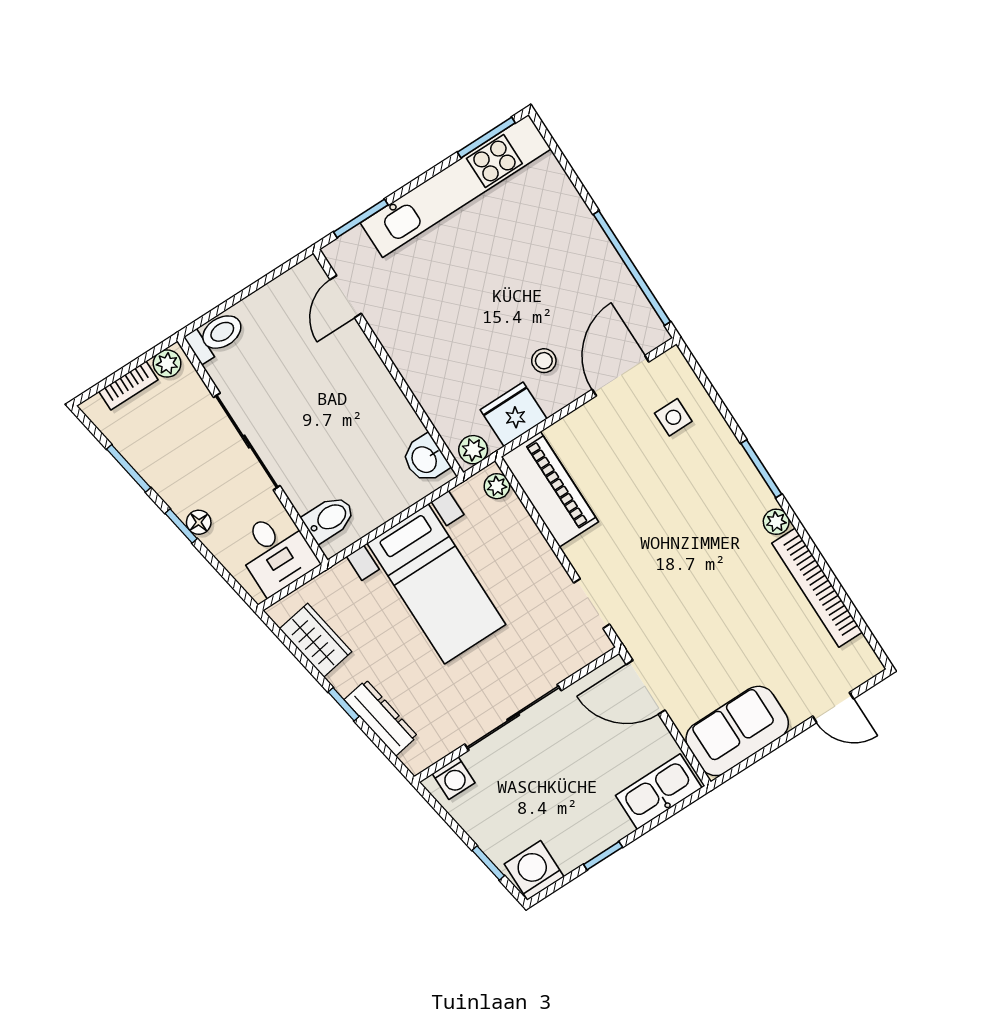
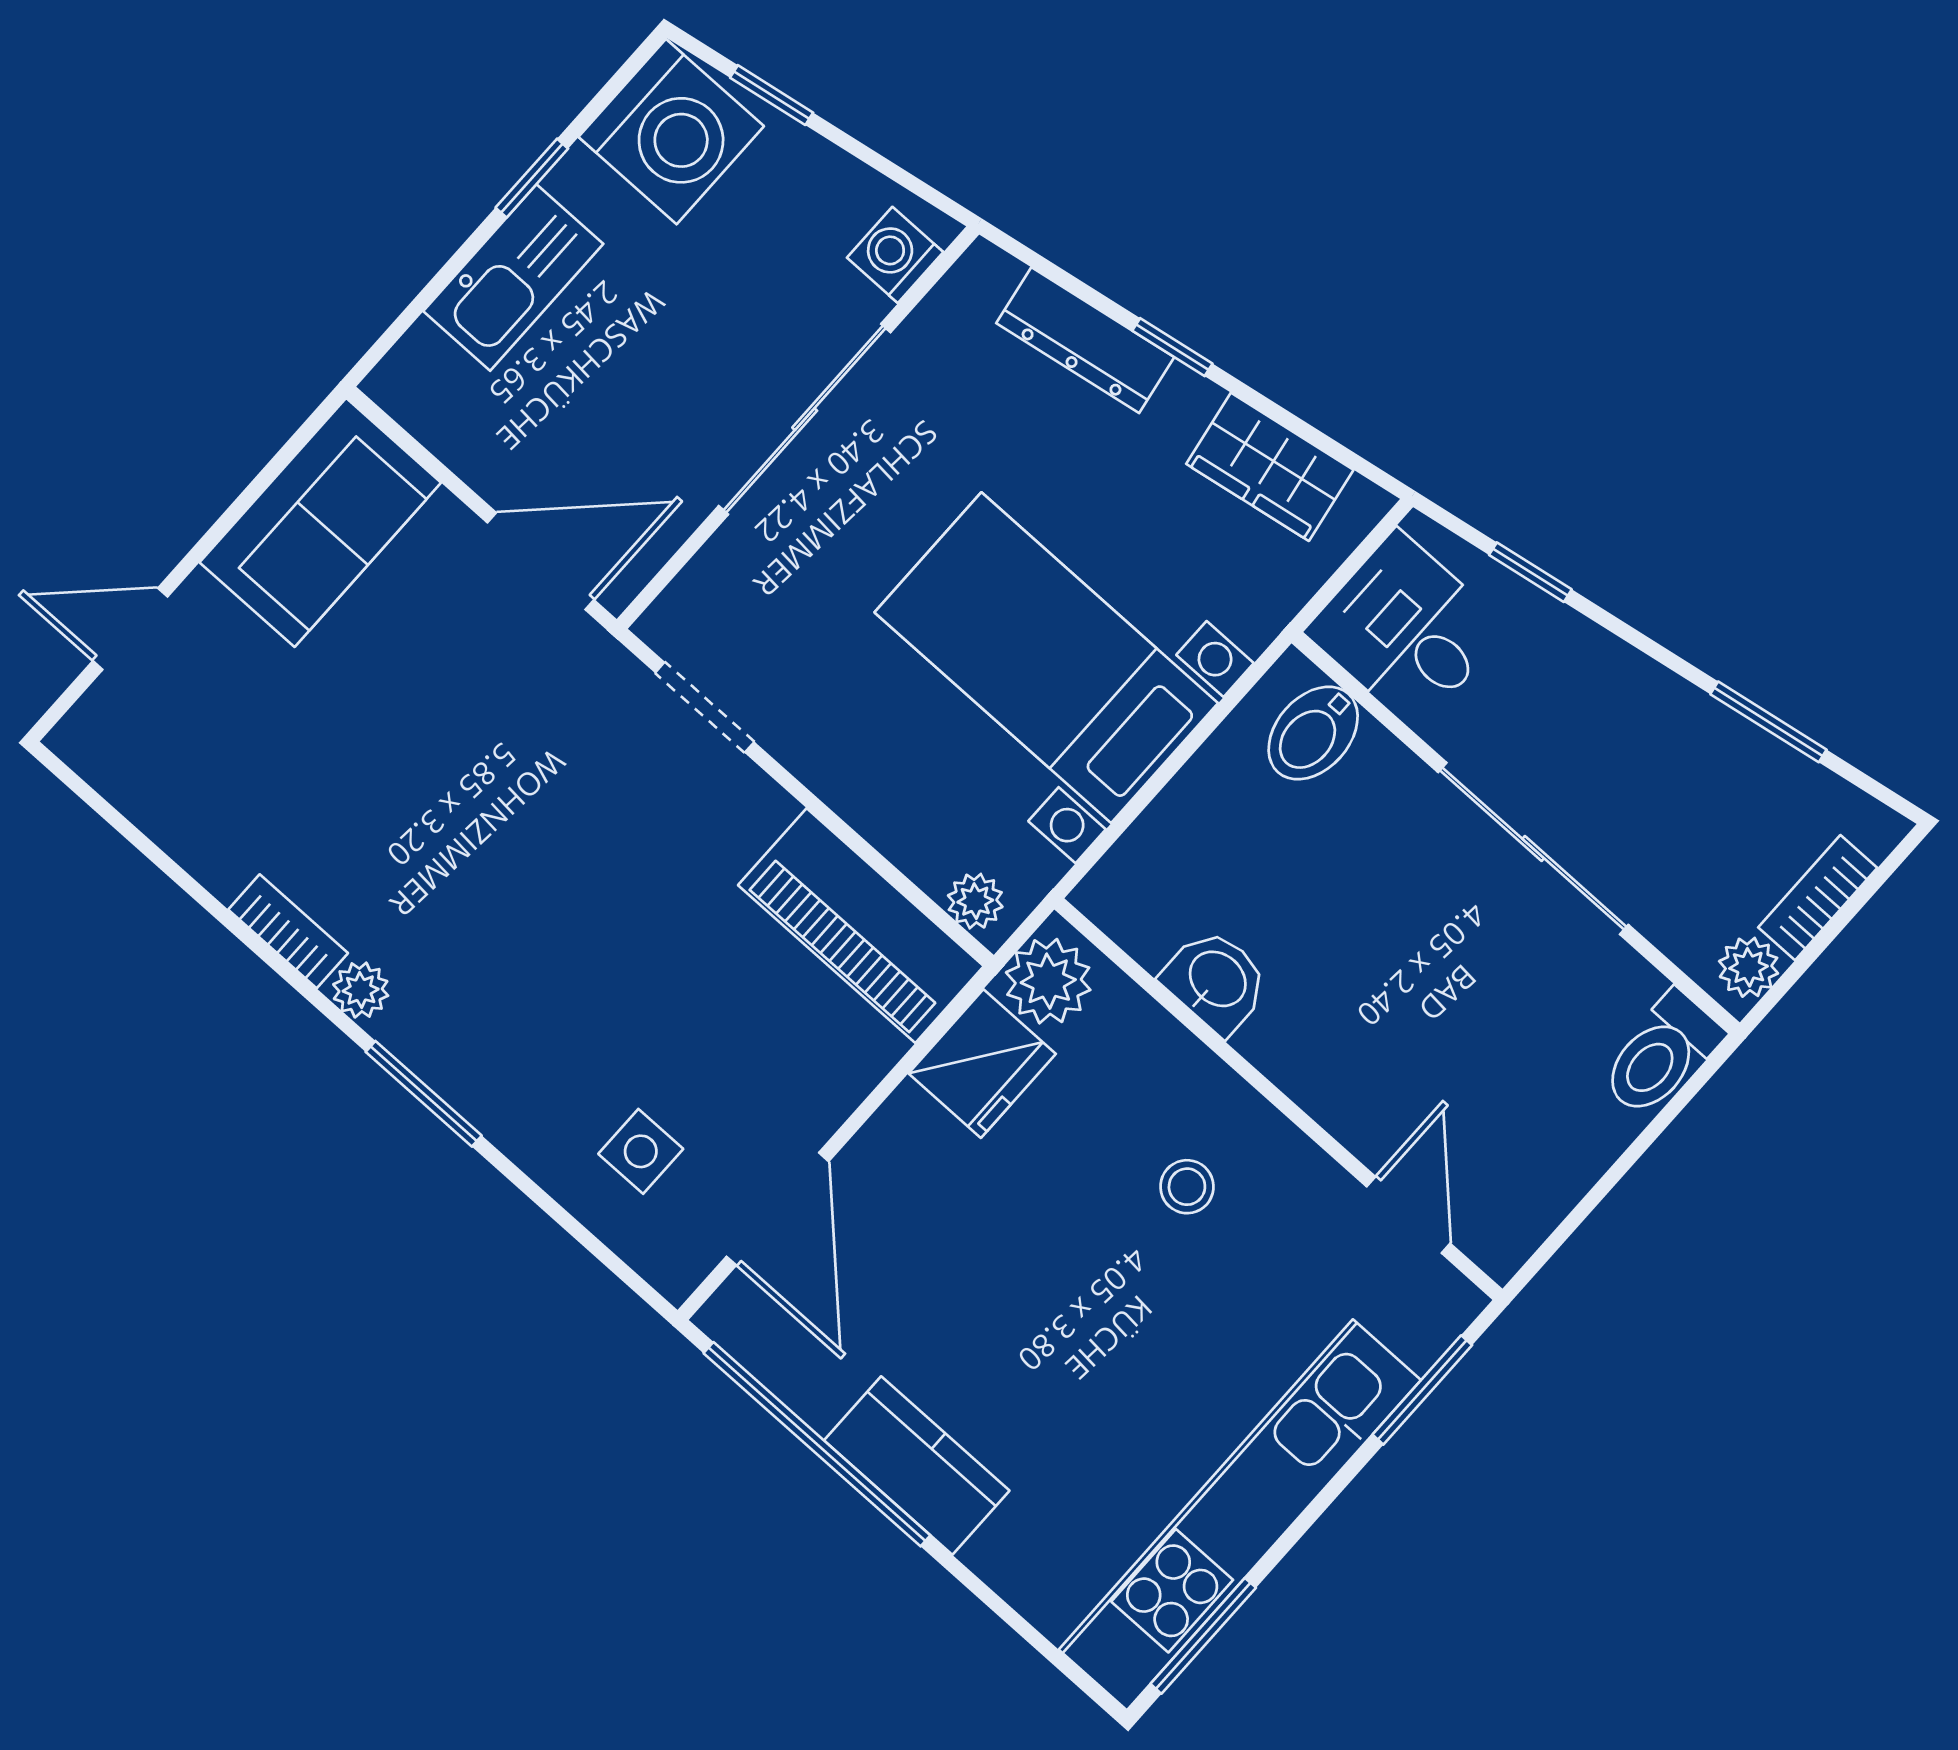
kitchen counter: (591, 247) -> (917, 1465), added
stool: (544, 361) -> (1187, 1187), moved
plant: (473, 450) -> (1048, 981), width x1.38, depth x1.38
washbasin: (425, 459) -> (1216, 981), moved
floor lamp: (199, 522) -> (1588, 649), removed
window: (181, 526) -> (1530, 572), moved
bookcase: (817, 588) -> (288, 931), width x0.43, depth x0.76
kitchen sink: (659, 792) -> (513, 278), moved
washing machine: (534, 870) -> (671, 132), width x1.37, depth x1.37

